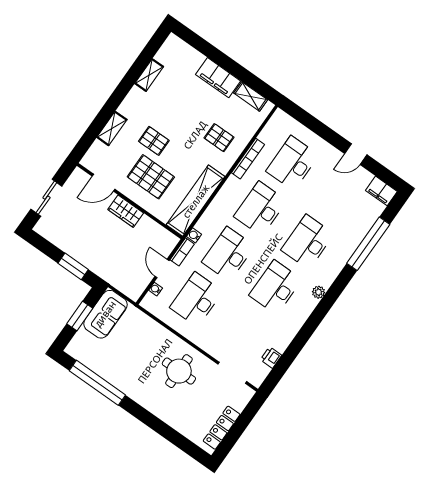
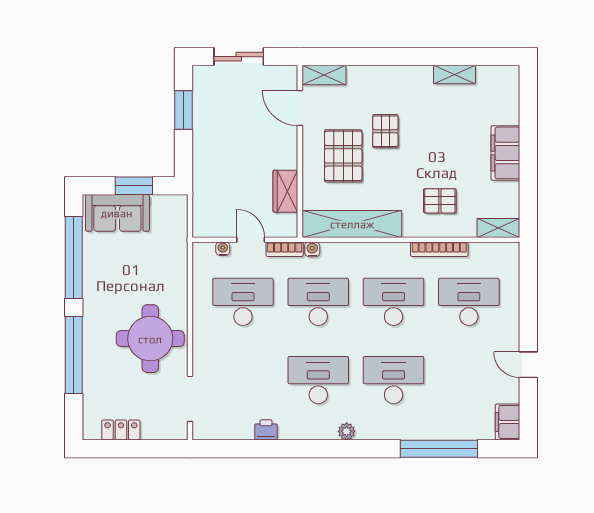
shelving: (251, 96) -> (498, 228), moved, turned 90
shelving: (112, 128) -> (324, 75), moved
pallet: (219, 138) -> (440, 201), turned 90
wardrobe: (126, 211) -> (285, 191), moved
window: (73, 266) -> (184, 110), moved
door: (162, 268) -> (251, 240), hinge flipped
sofa: (105, 314) -> (117, 213), moved
printer: (271, 358) -> (266, 430), moved
round table: (179, 371) -> (150, 339), width x1.36, depth x1.36
window: (156, 424) -> (74, 355), added
locker: (222, 428) -> (121, 430), width x0.66

